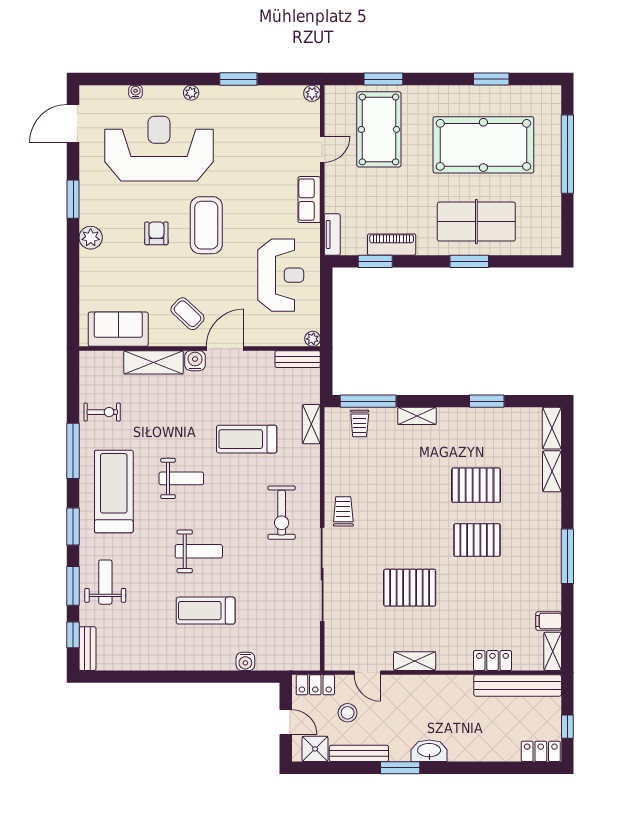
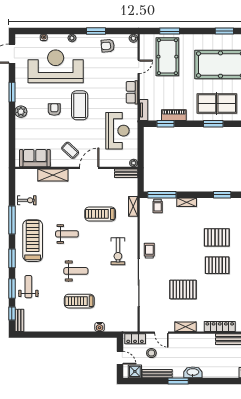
armchair: (261, 108) -> (108, 46), added
water cooler: (195, 361) -> (74, 174), removed
locker: (492, 661) -> (220, 326), width x1.53

